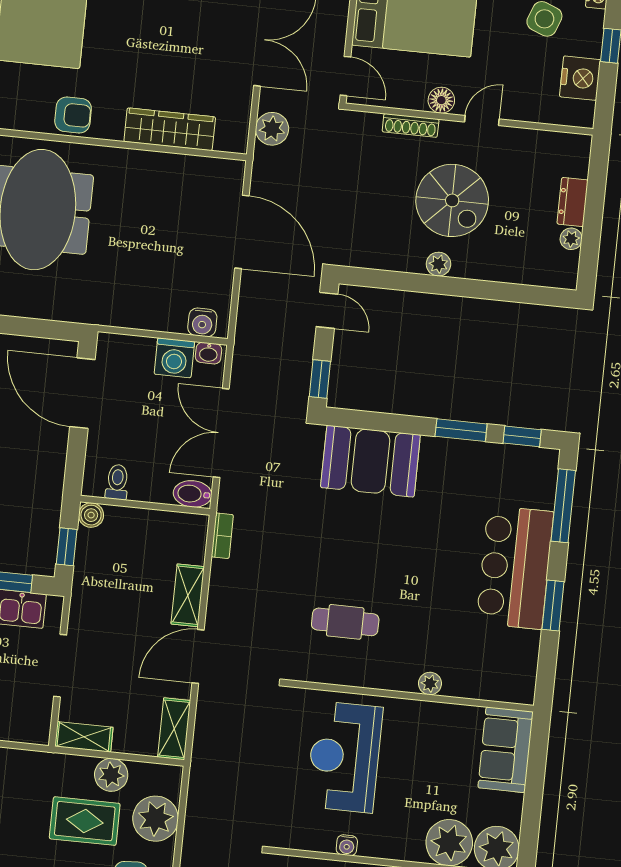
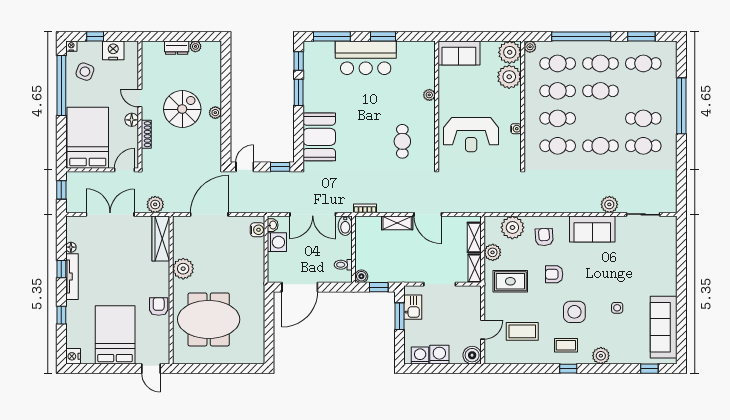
wardrobe: (170, 129) -> (161, 239), moved
plant: (142, 170) -> (183, 269), added
shelving: (174, 729) -> (474, 237), moved, turned 90
rug: (85, 821) -> (510, 281), moved, turned 90

